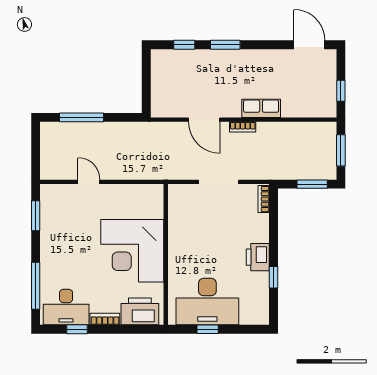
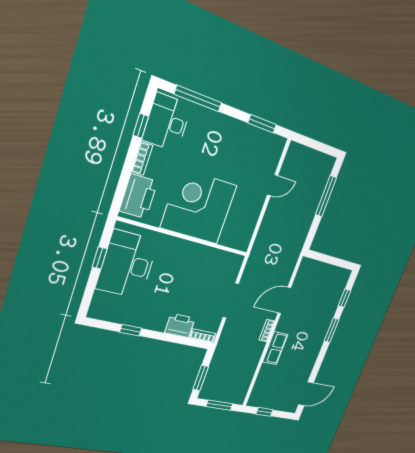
printer: (258, 257) -> (180, 325), moved

